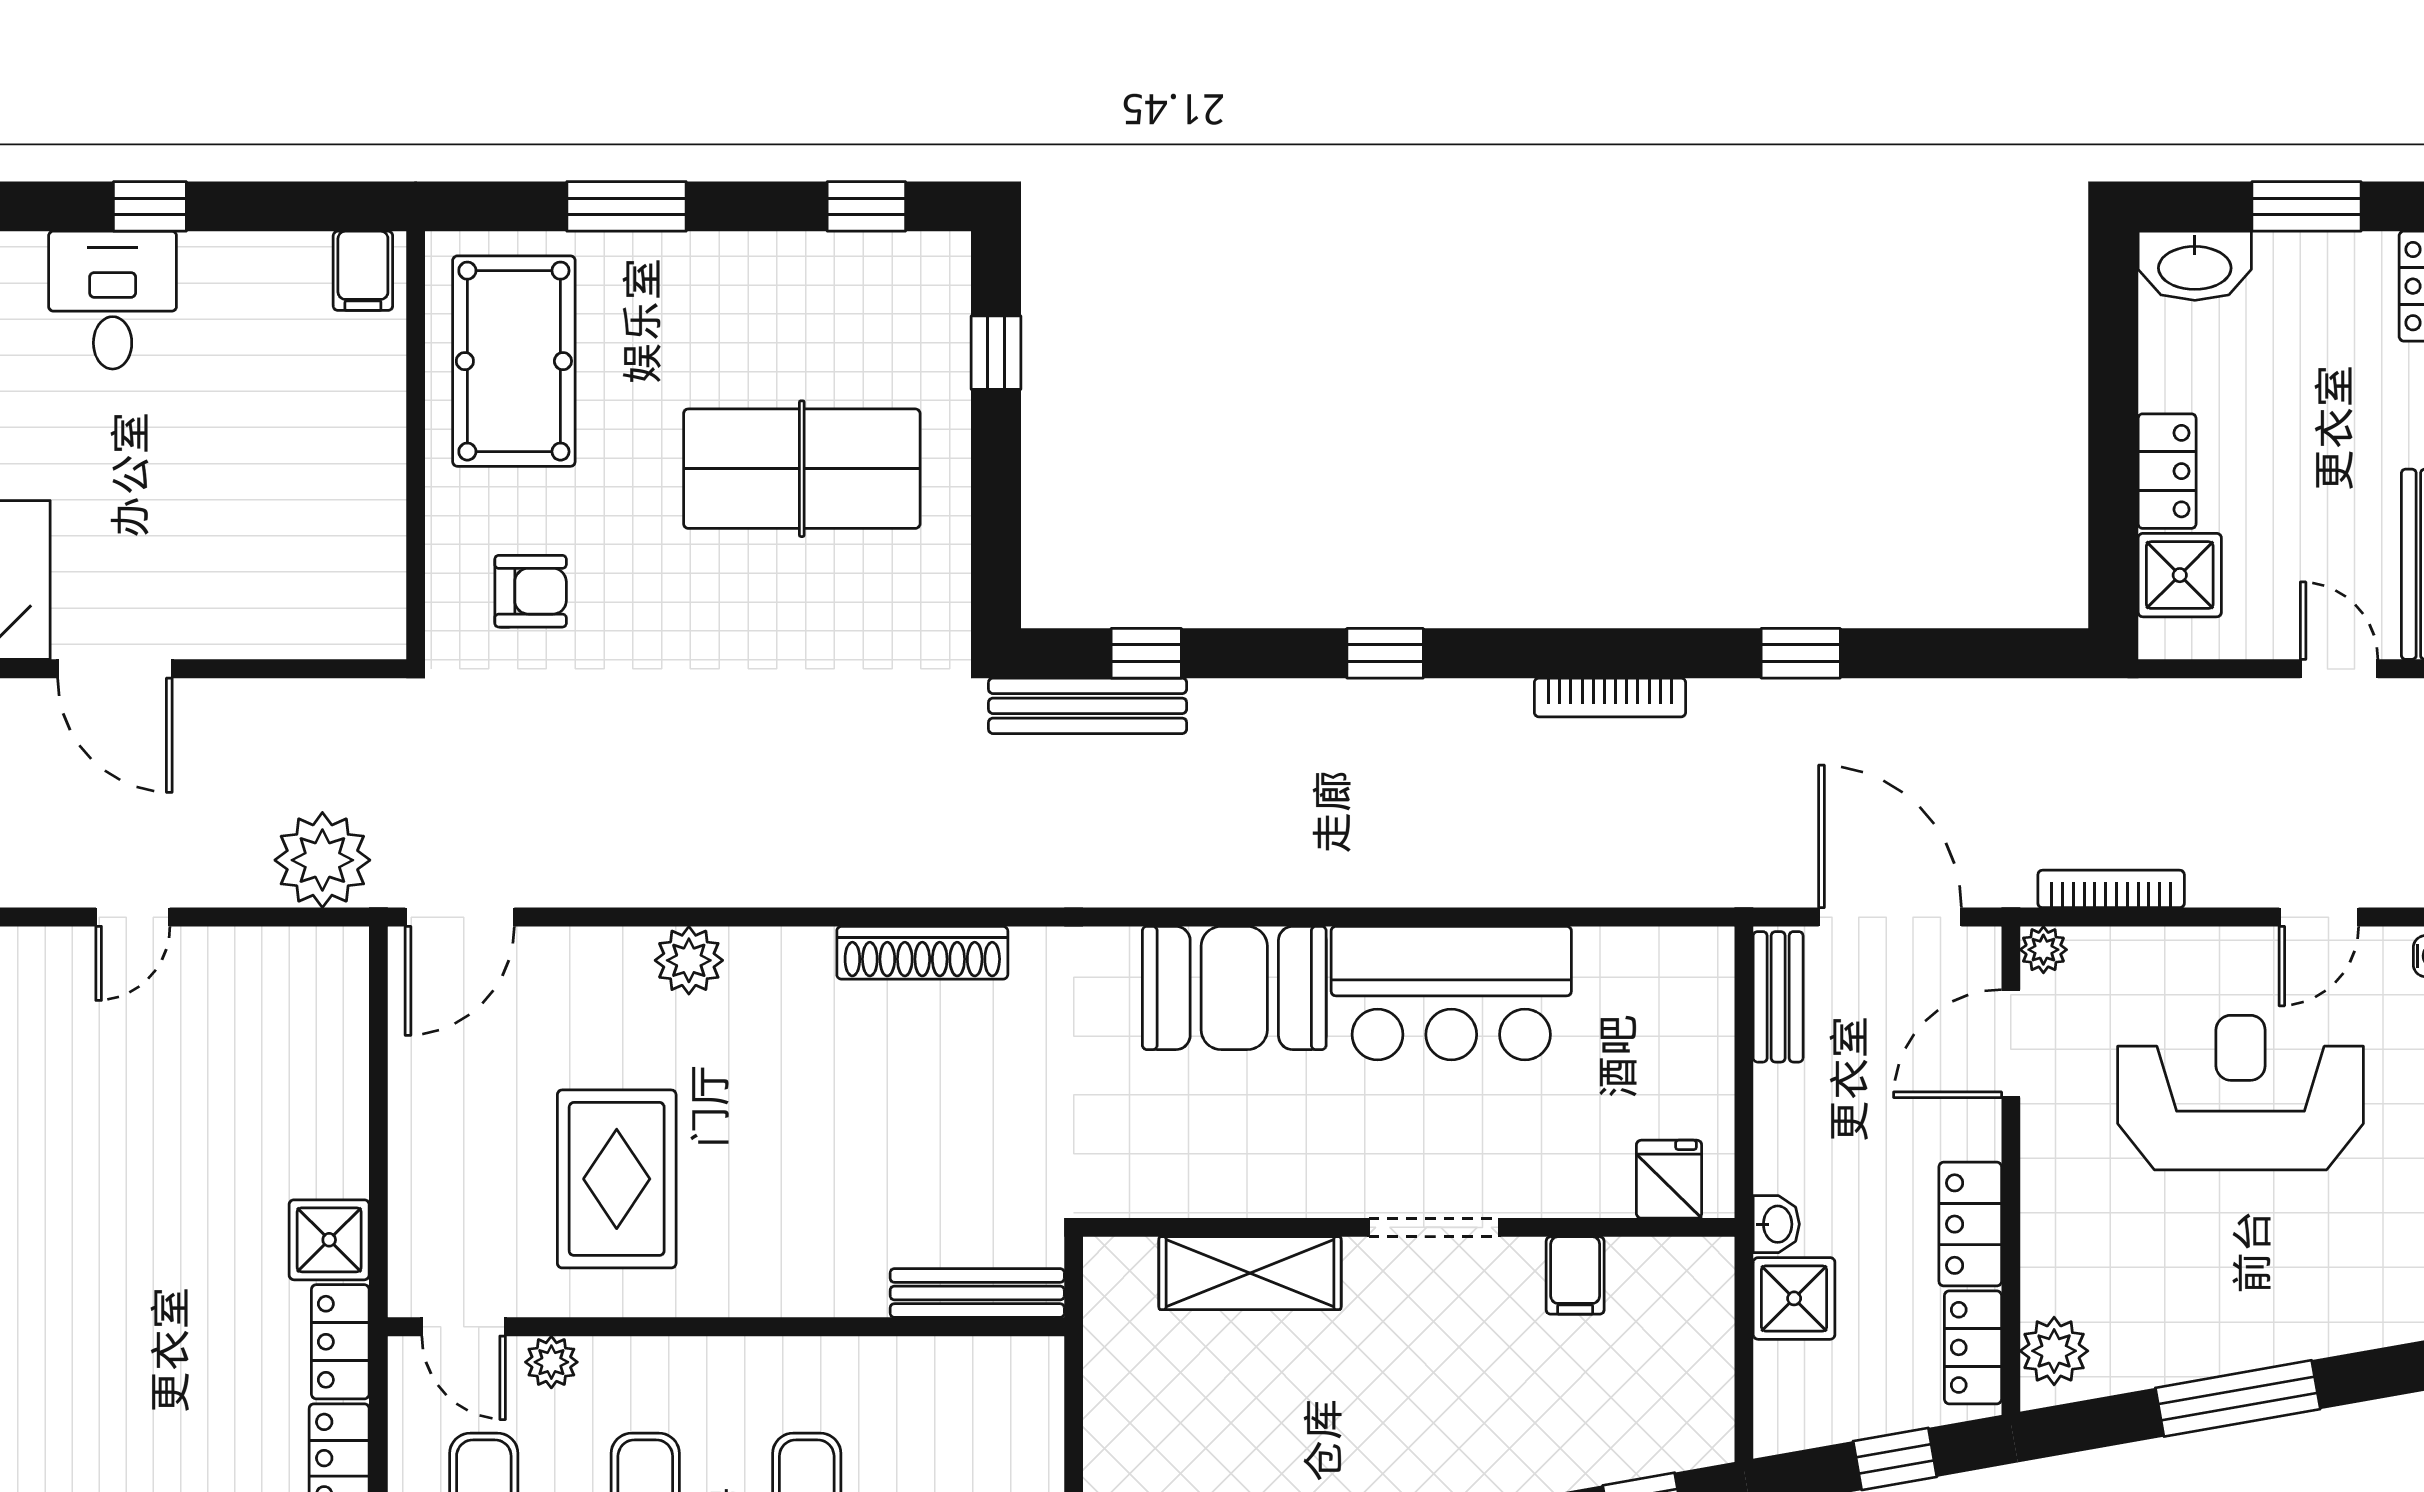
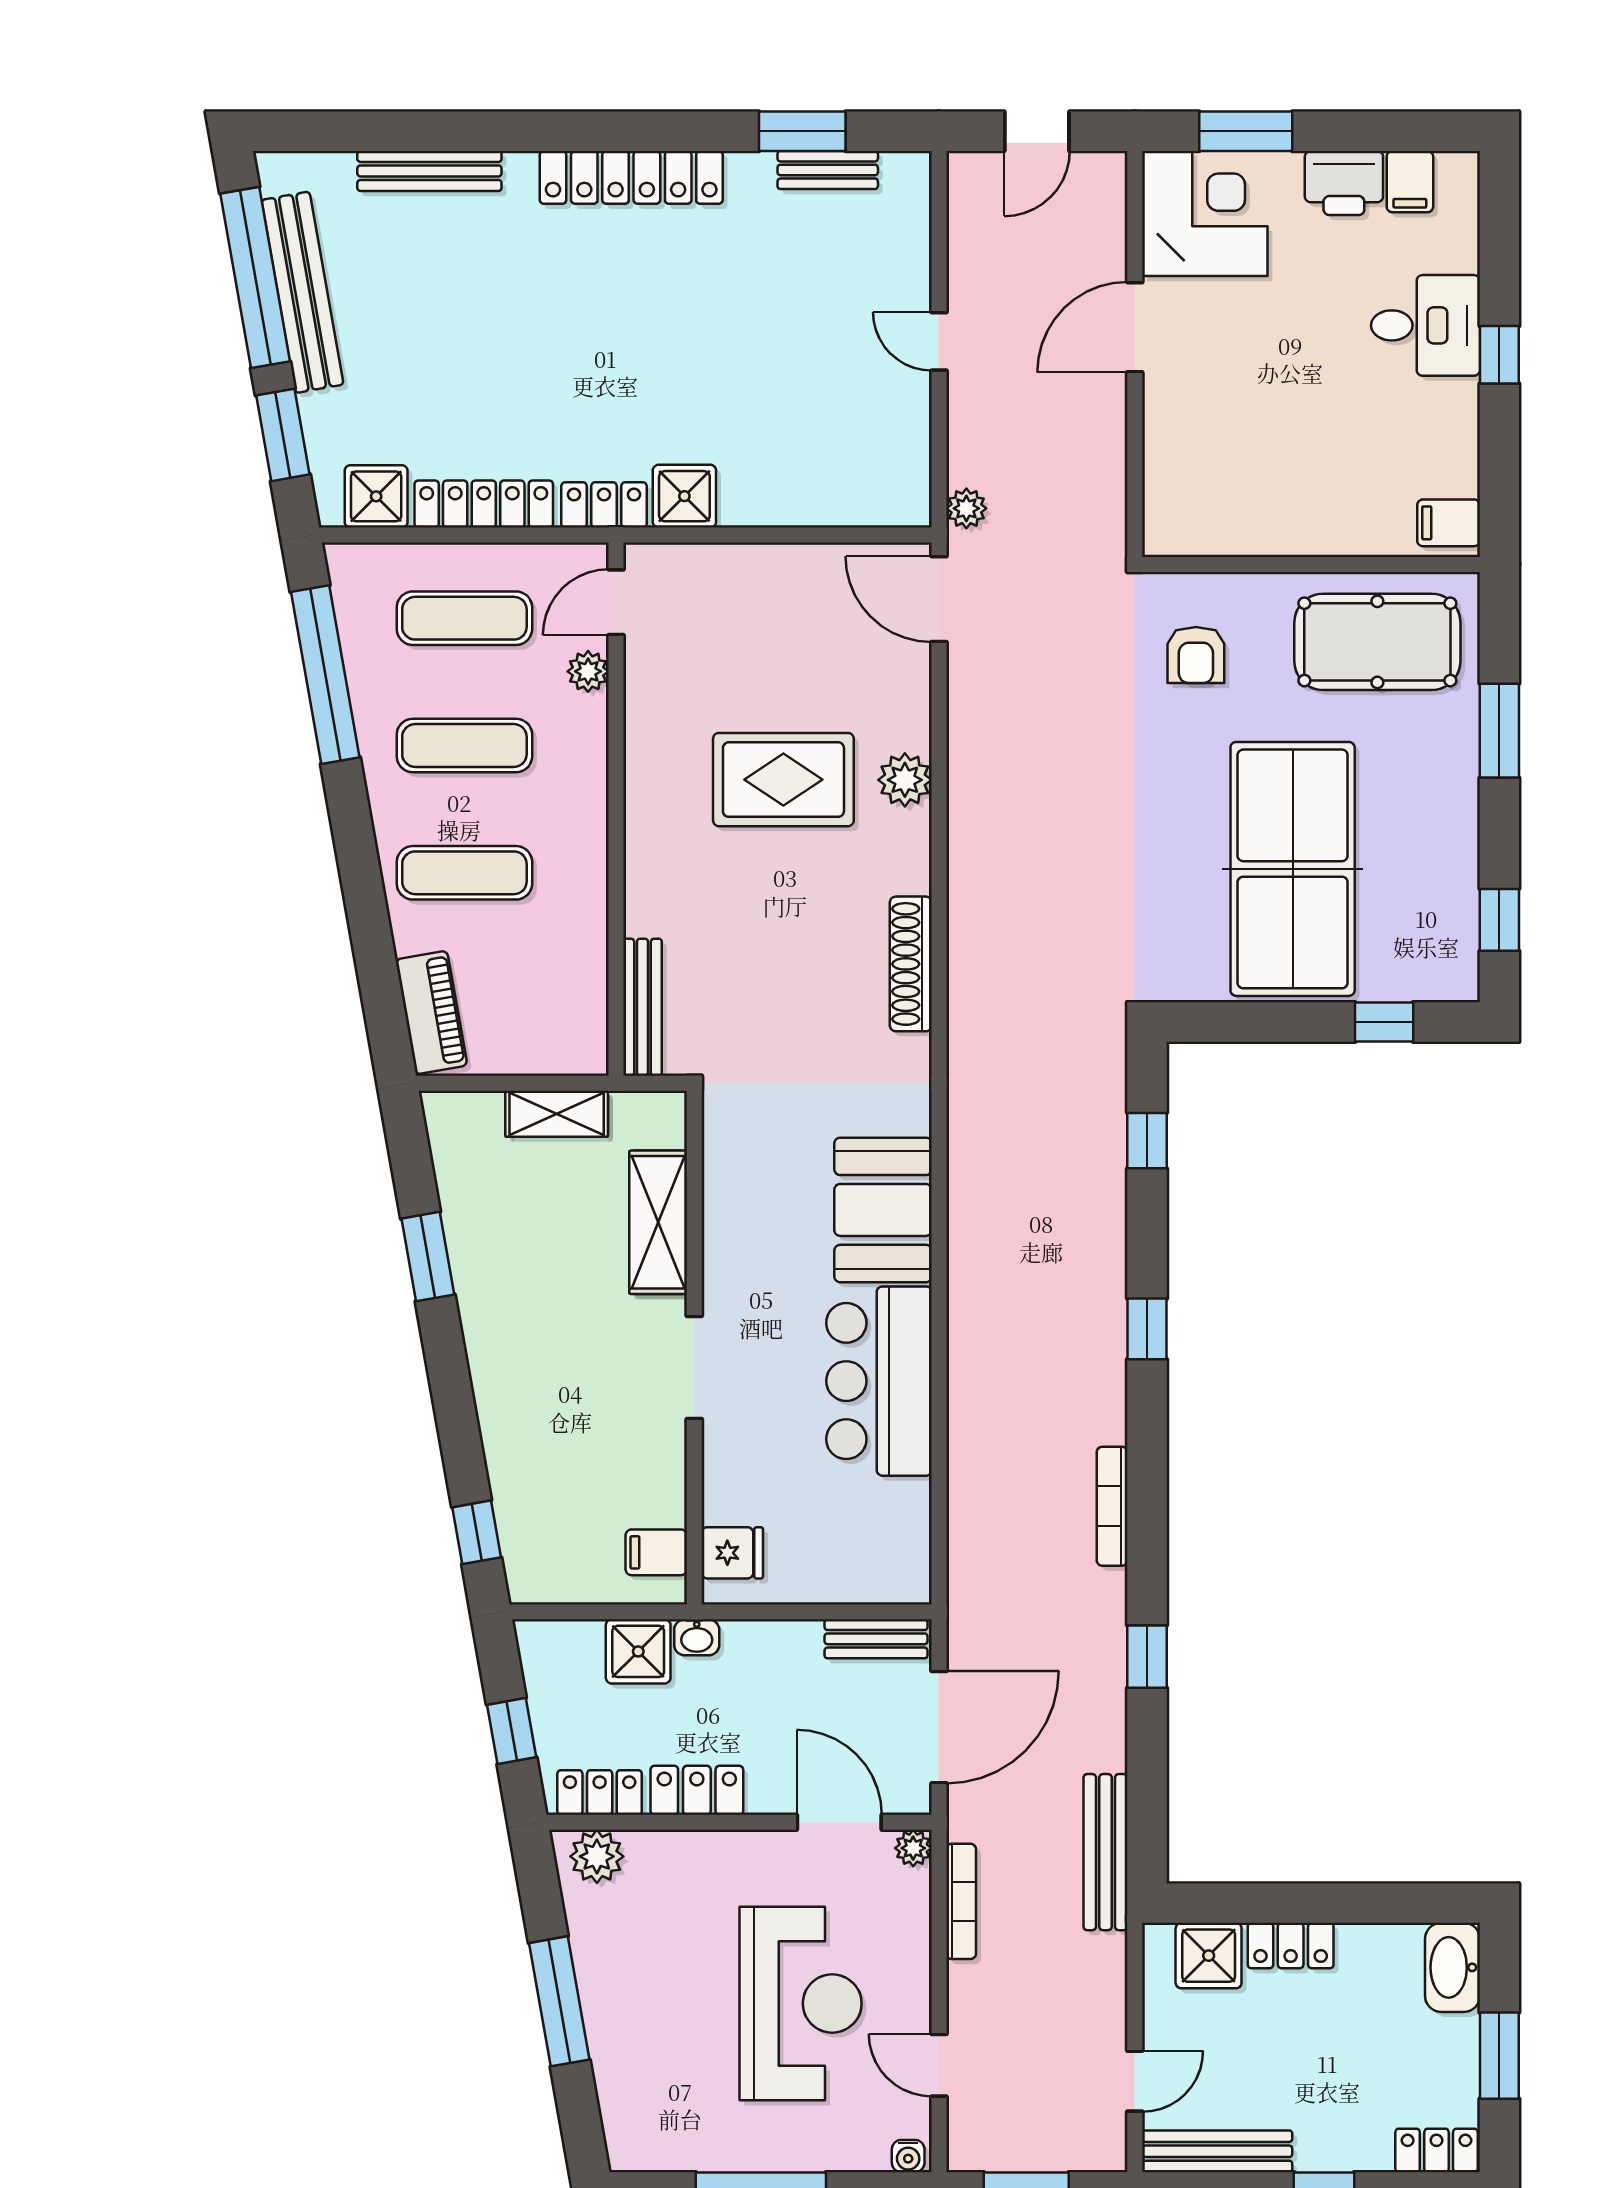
table tennis table: (802, 469) -> (1293, 869), width x1.36, depth x1.32
bench: (1088, 706) -> (1106, 1852), moved
plant: (322, 860) -> (966, 508), width x0.53, depth x0.53
rug: (617, 1179) -> (783, 780), moved
filing cabinet: (1575, 1275) -> (656, 1552), moved
shelving: (1112, 1402) -> (557, 1114), added

